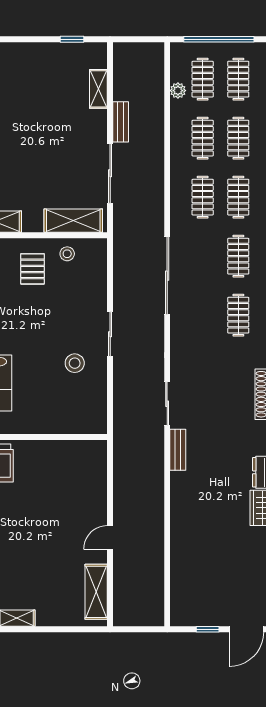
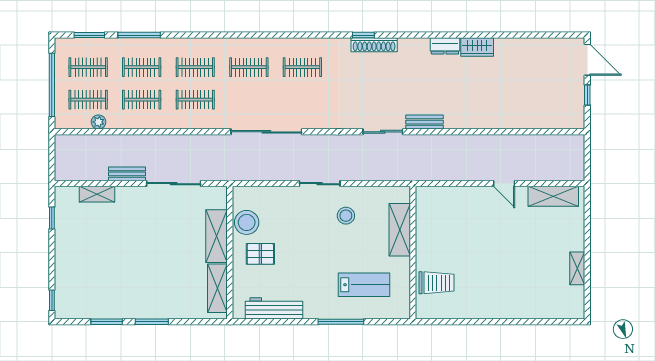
shelving: (73, 221) -> (217, 236), moved
stool: (67, 254) -> (247, 222), width x1.89, depth x1.89
shelving: (59, 422) -> (400, 230), added

